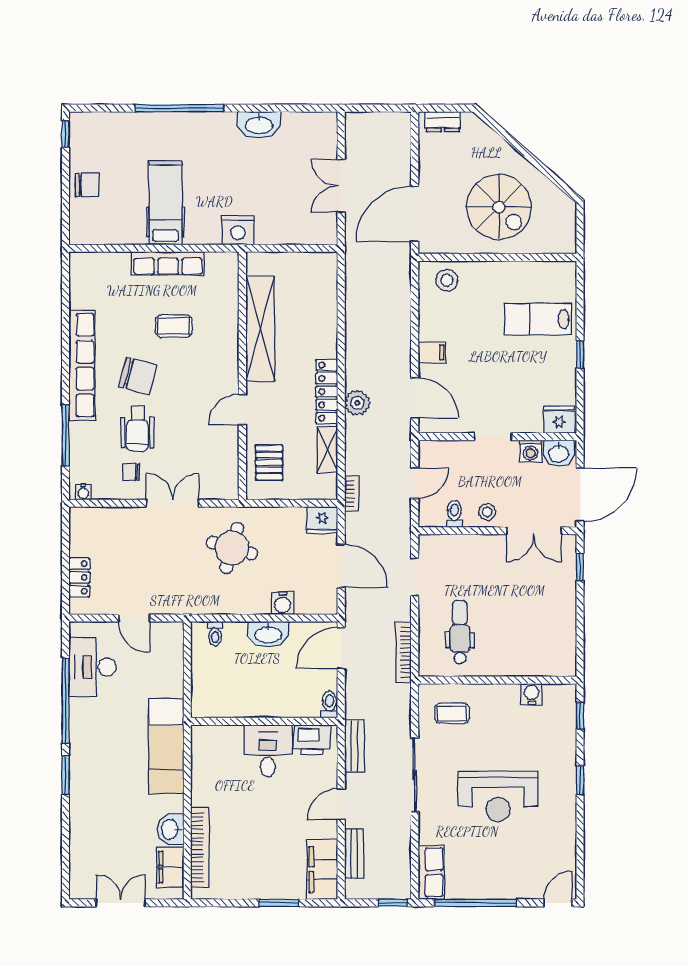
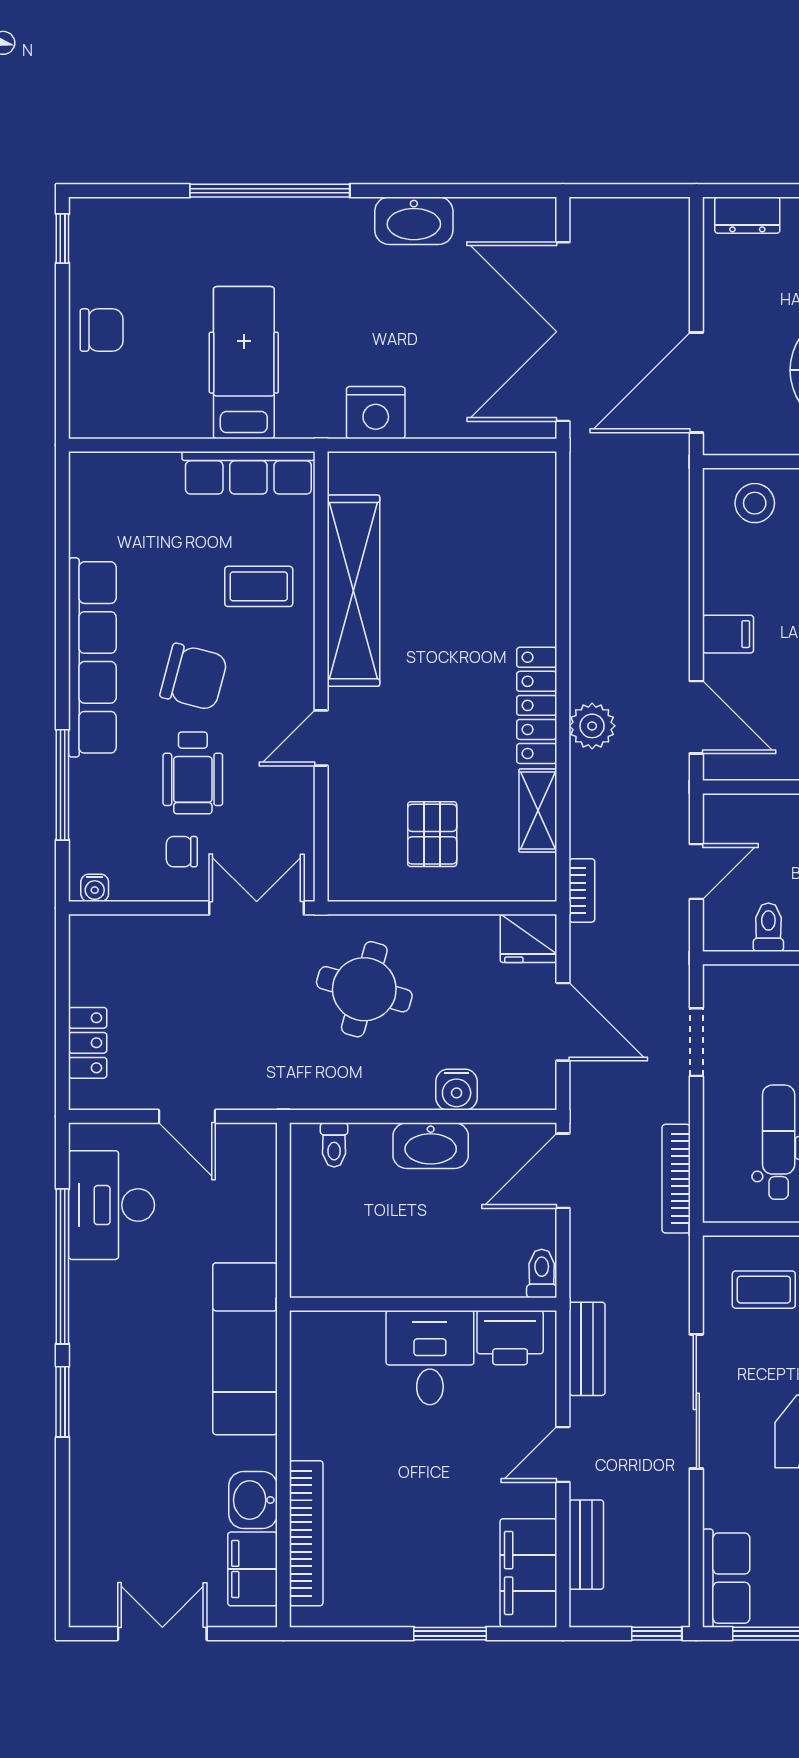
double door: (341, 186) -> (563, 332), width x1.87
shelving: (260, 328) -> (353, 591), moved
wall: (242, 376) -> (321, 676), moved
door: (242, 410) -> (321, 738), moved

